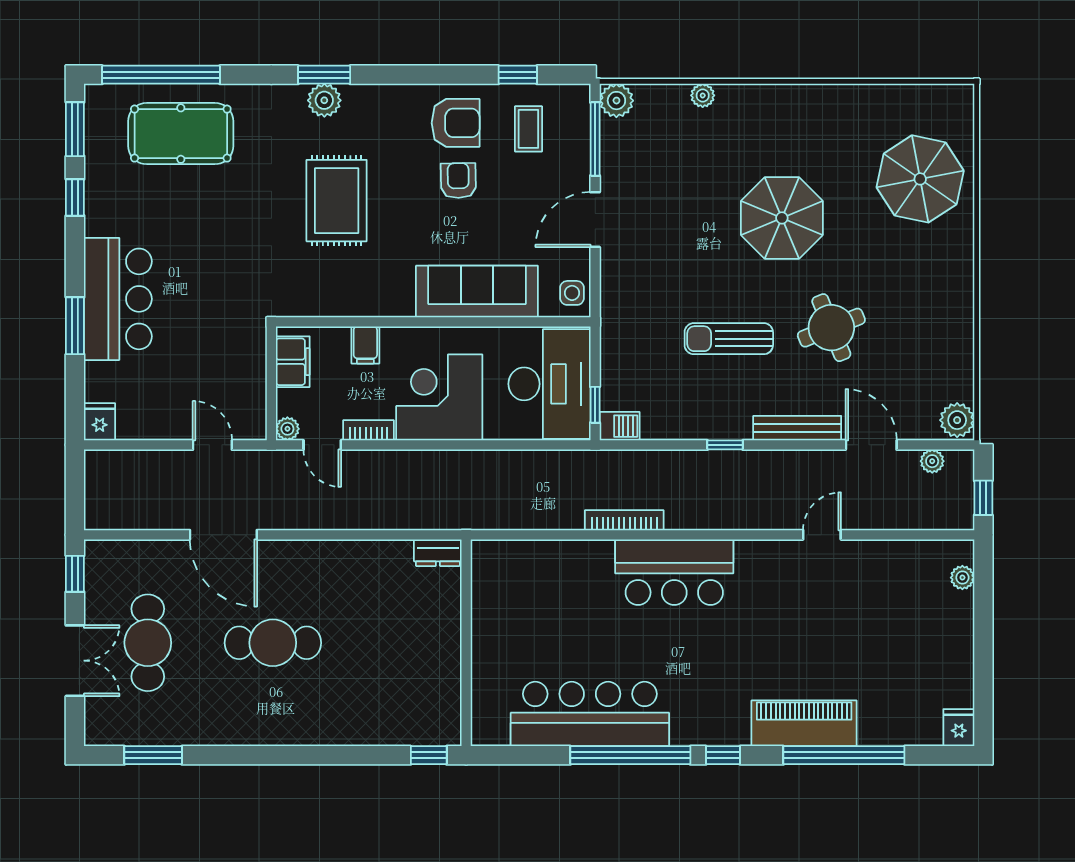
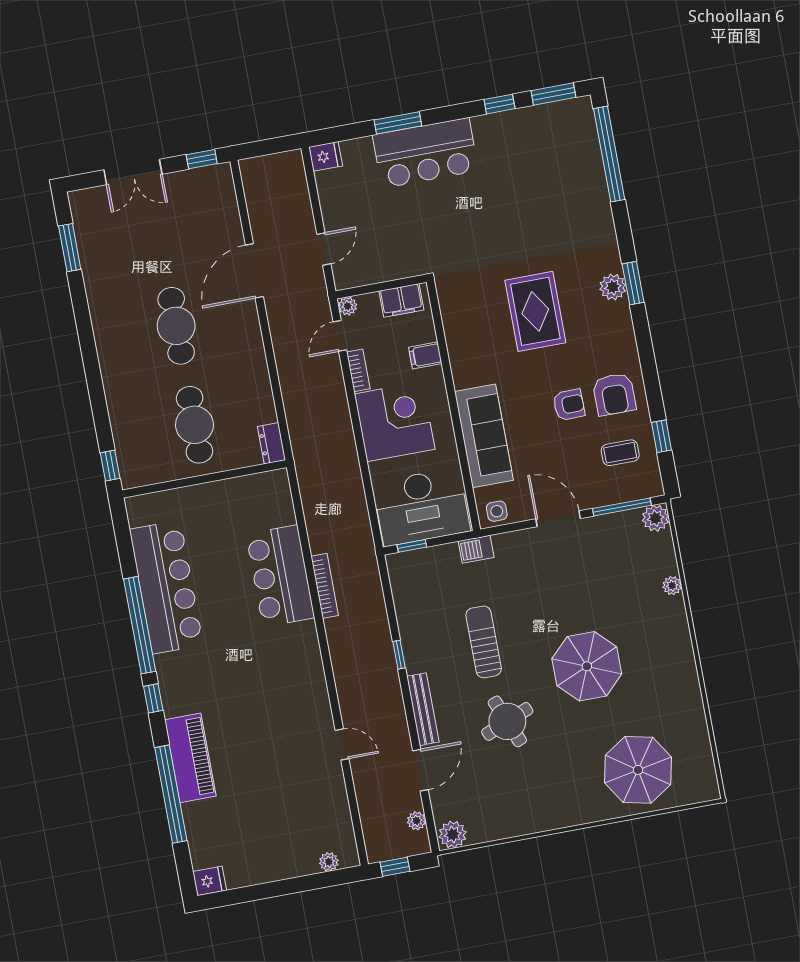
pool table: (181, 134) -> (565, 178), removed
rug: (337, 201) -> (535, 311), turned 90
barbecue: (620, 426) -> (476, 549), moved, turned 90
bar counter: (674, 572) -> (280, 576), moved
cafe table: (148, 643) -> (194, 425), moved, turned 90

